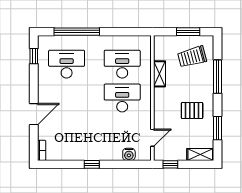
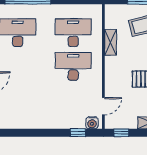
water cooler: (129, 154) -> (92, 123), moved
window: (92, 164) -> (78, 133), moved

